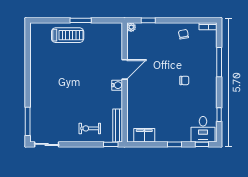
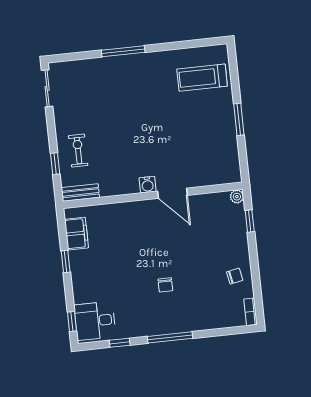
treadmill: (68, 35) -> (202, 78), moved, turned 90
window: (219, 62) -> (170, 337), moved
window: (28, 121) -> (123, 51), moved
bench: (118, 125) -> (80, 193), width x0.73
window: (111, 144) -> (55, 164), moved
window: (175, 144) -> (66, 262), moved

